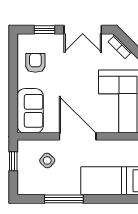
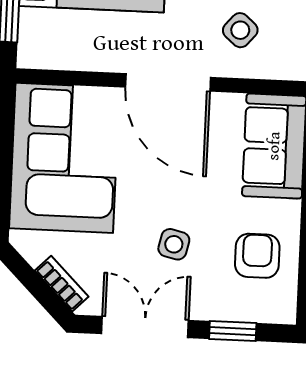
armchair: (35, 63) -> (257, 256), turned 180
side table: (72, 66) -> (174, 244), added

